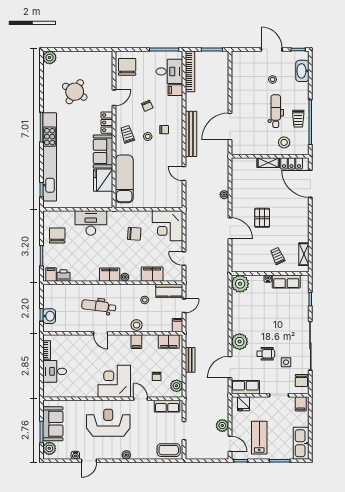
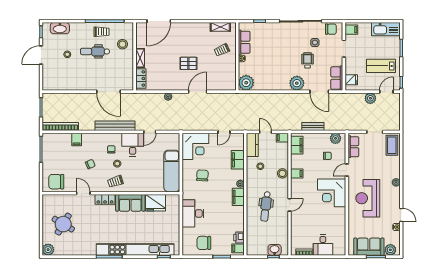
desk: (169, 71) -> (133, 145), moved
round table: (75, 92) -> (63, 224), moved
locker: (292, 163) -> (141, 78), moved
exam couch: (124, 179) -> (172, 171), moved, turned -90

